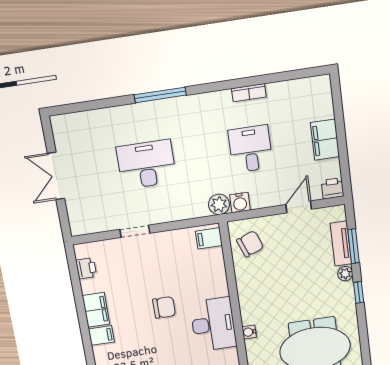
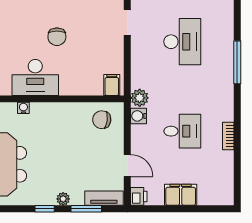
chair: (250, 244) -> (102, 120), turned 118
tv unit: (341, 244) -> (104, 198), moved

